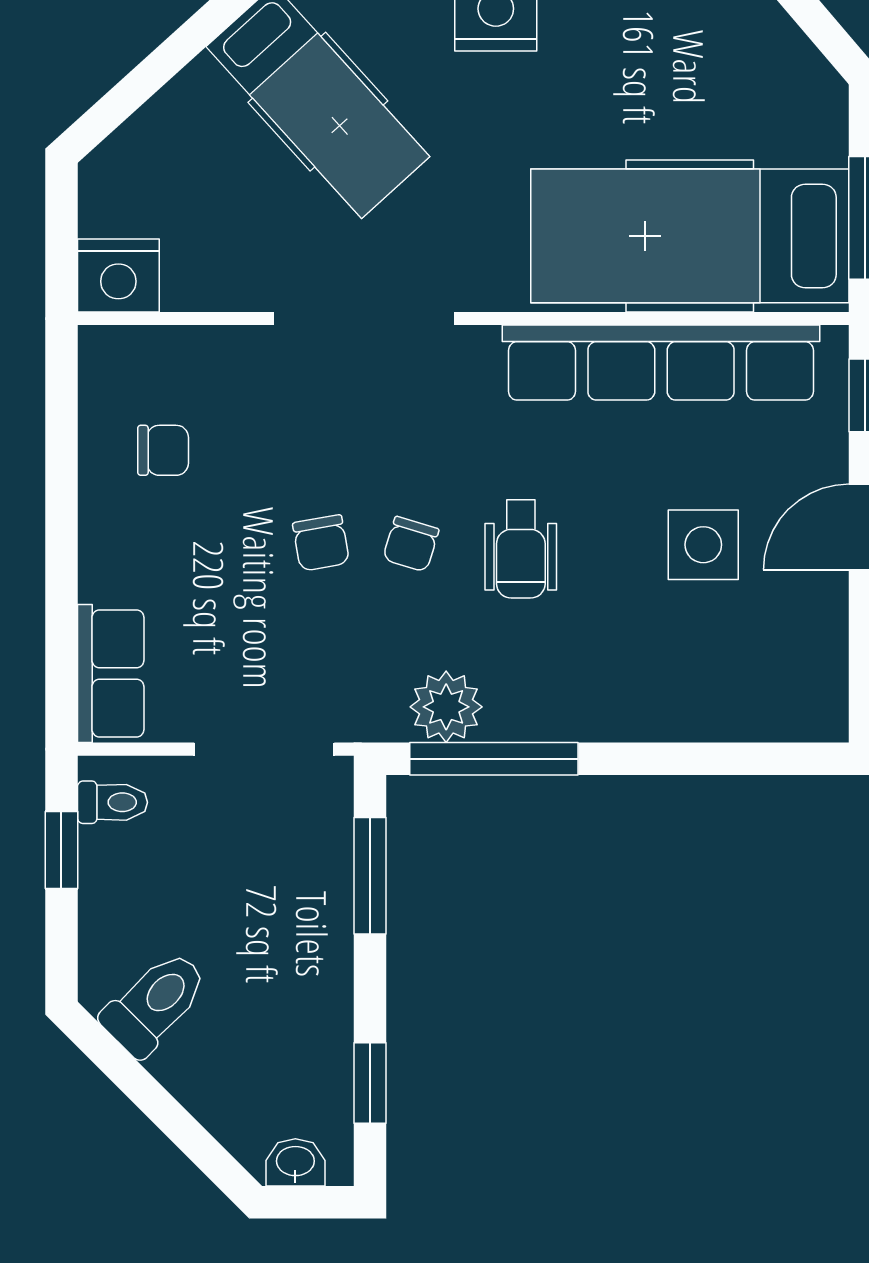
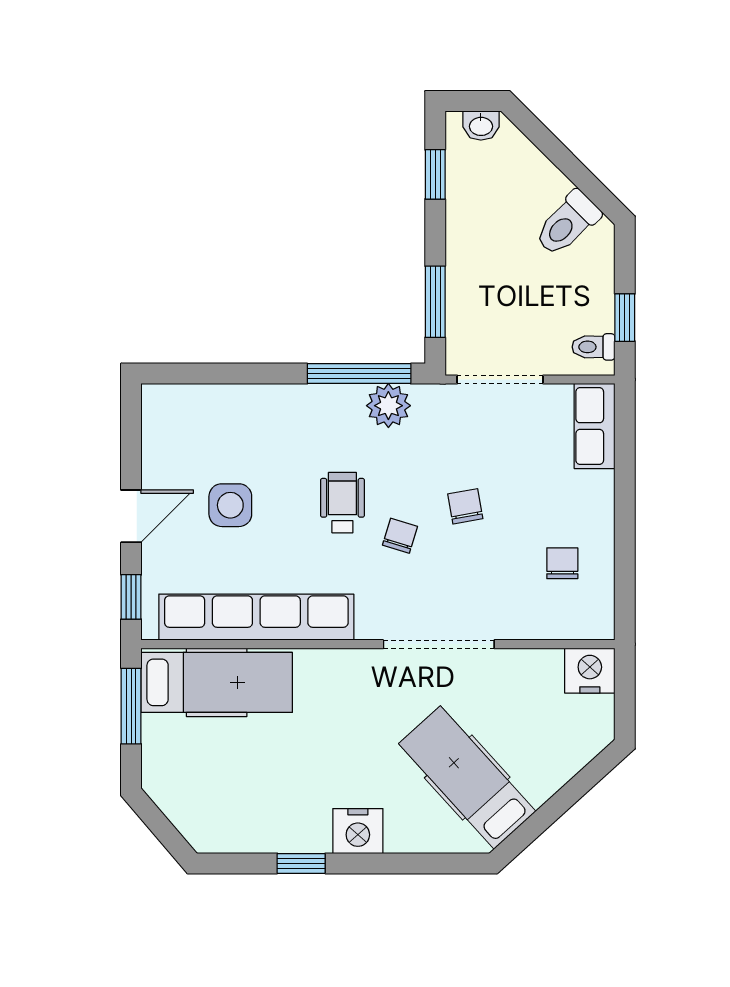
hospital bed: (690, 236) -> (217, 682), width x0.73, depth x0.78
chair: (163, 450) -> (562, 563), turned 90
chair: (411, 544) -> (400, 536), moved

